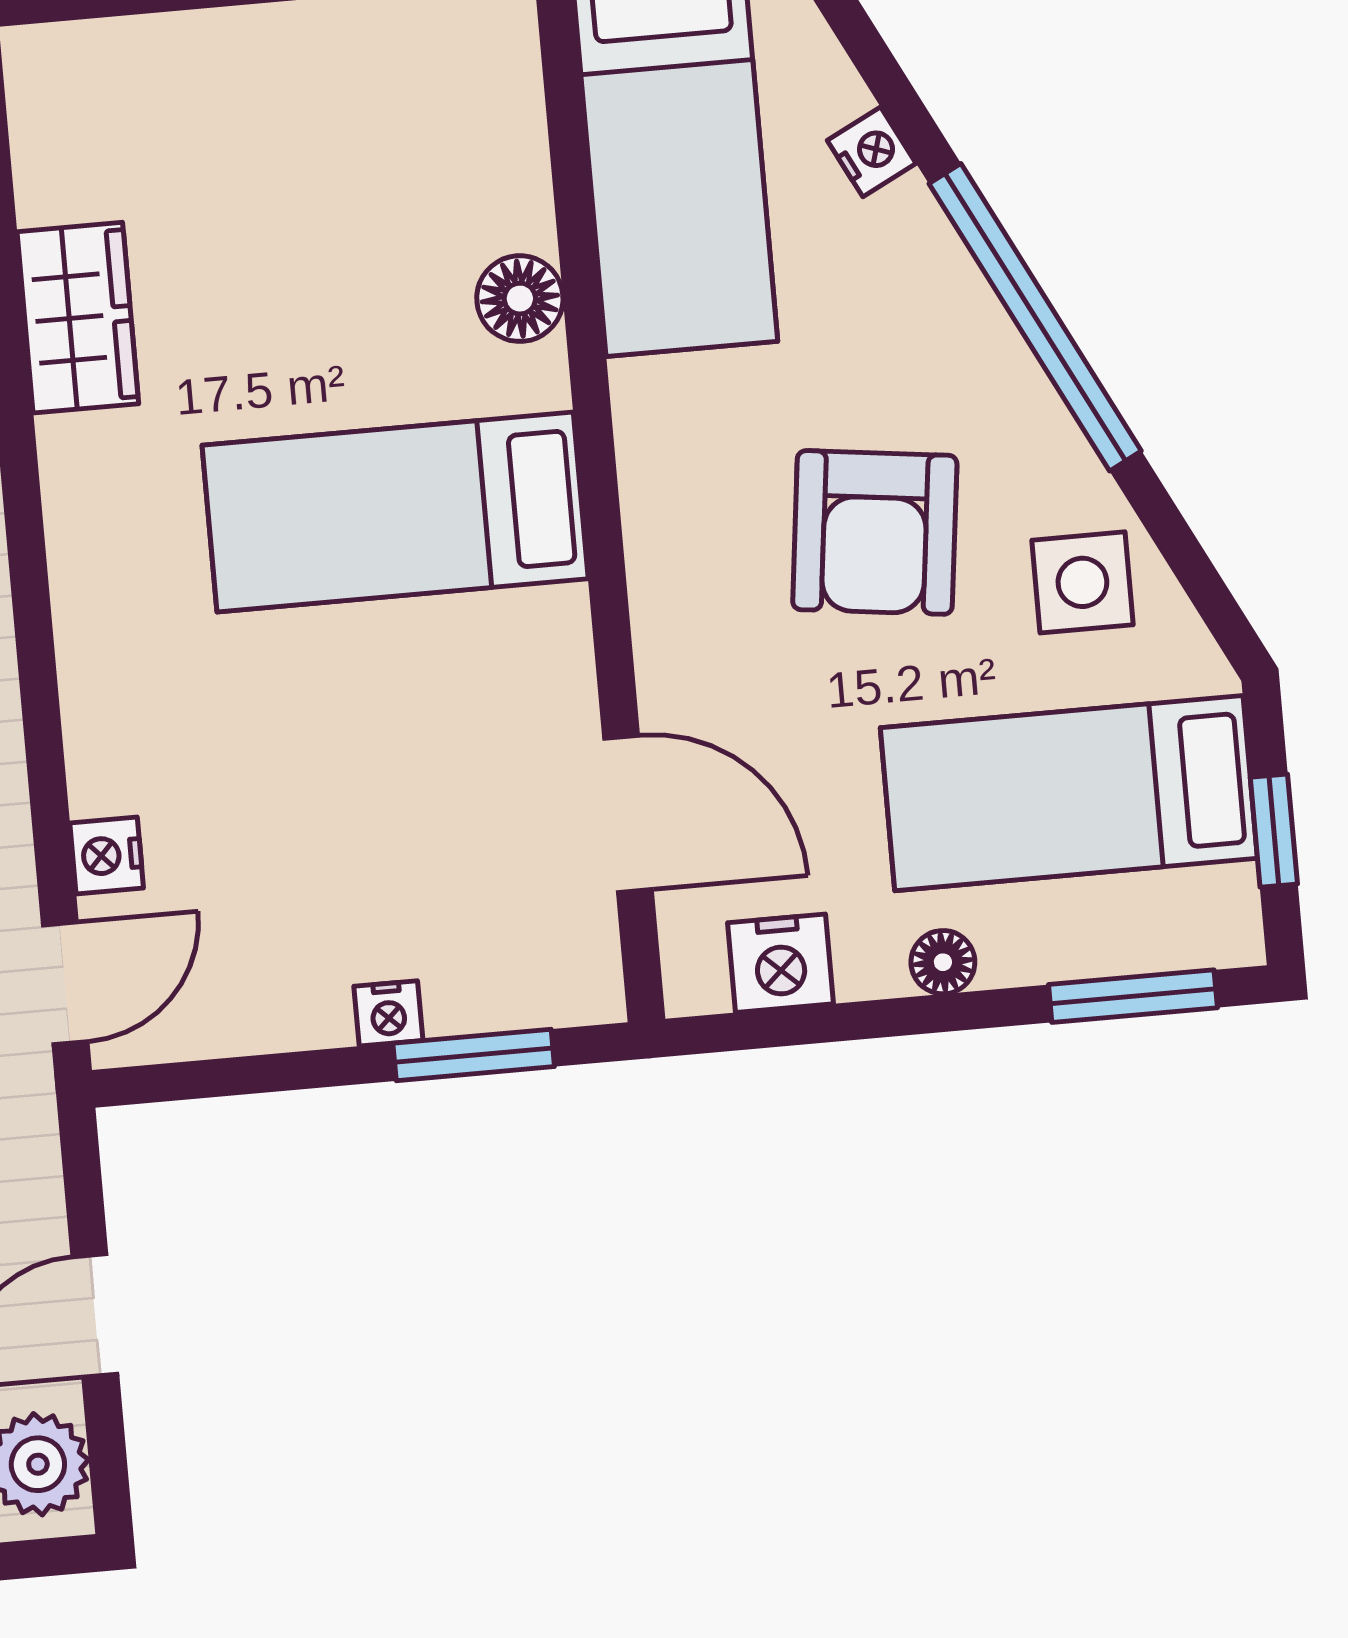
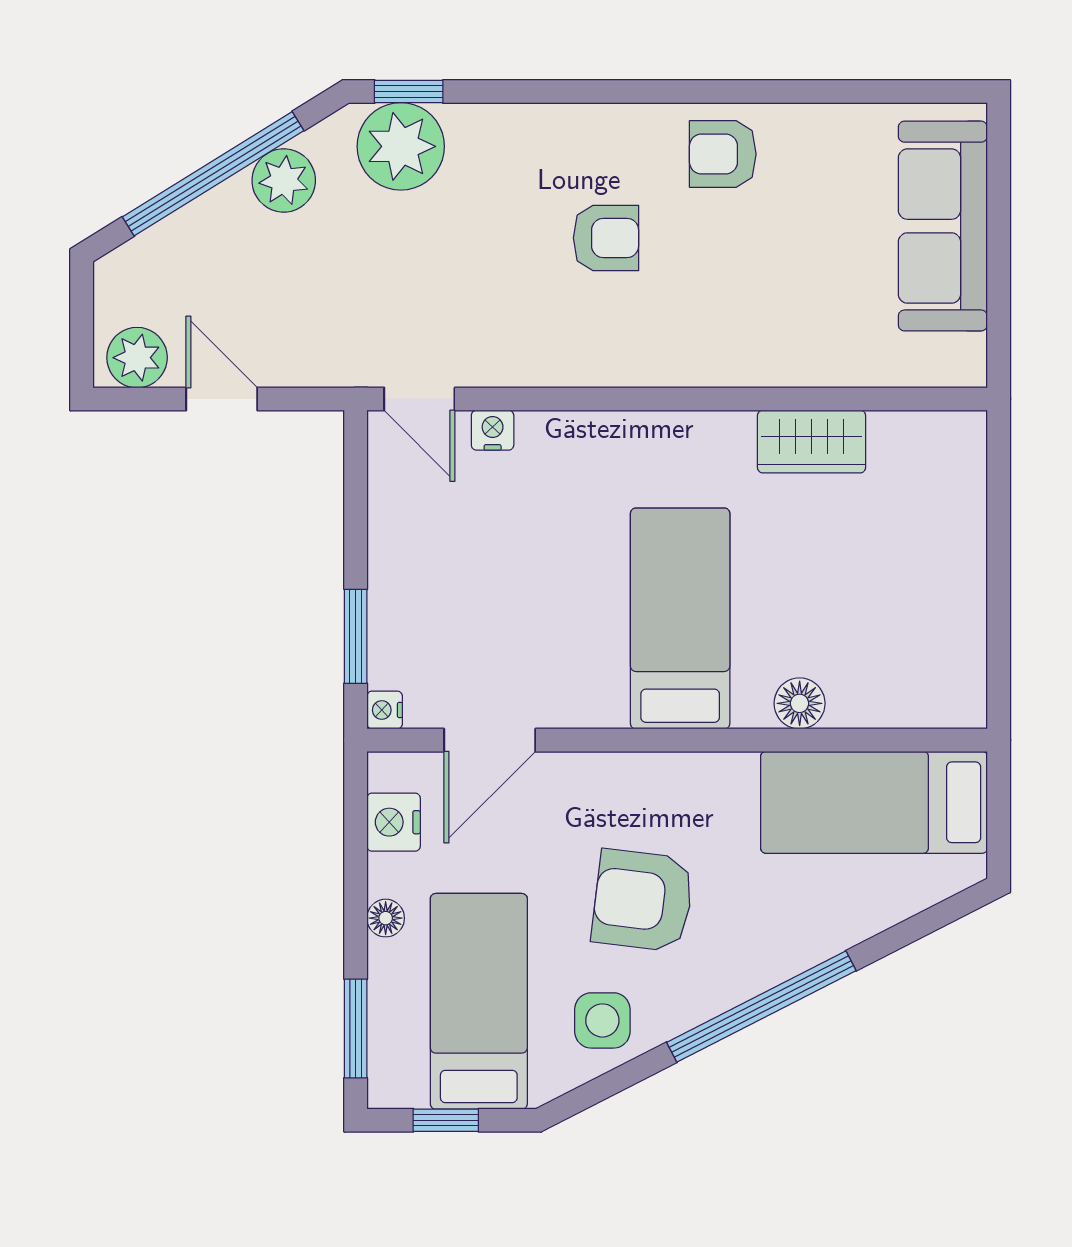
nightstand: (872, 152) -> (868, 919), removed
nightstand: (388, 1013) -> (385, 710), moved

